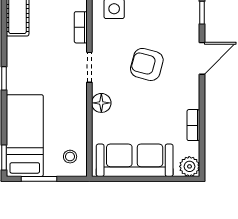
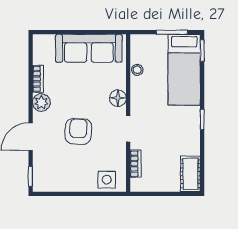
armchair: (147, 64) -> (78, 131), turned -102
stool: (70, 157) -> (137, 70), moved
plant: (189, 166) -> (41, 103), moved

